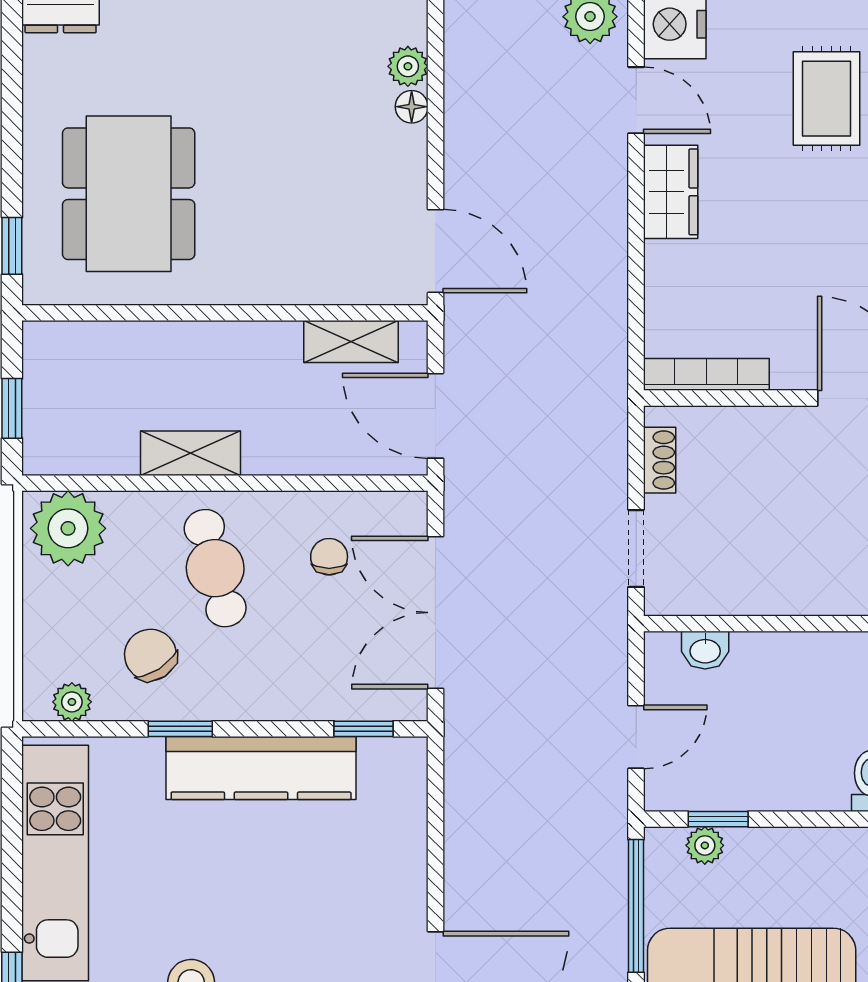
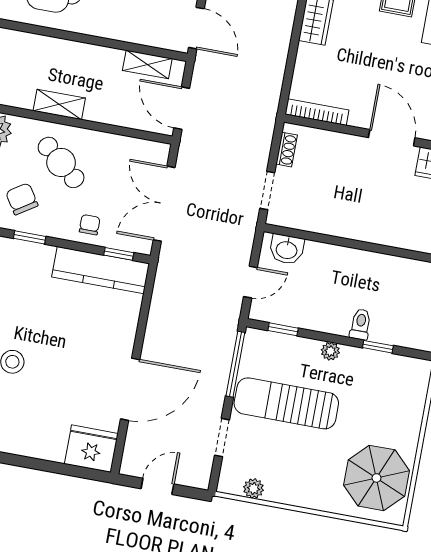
chair: (329, 557) -> (90, 225), moved
cafe table: (215, 568) -> (61, 162), turned -35
washbasin: (705, 650) -> (287, 249), width x1.38, depth x1.45
kitchen counter: (261, 768) -> (101, 270), moved
plant: (705, 845) -> (330, 351), moved

